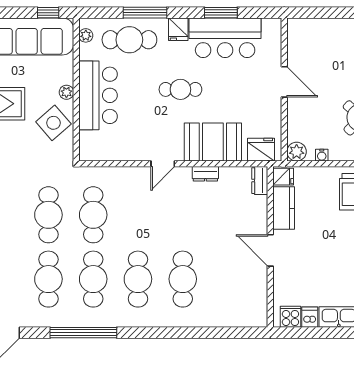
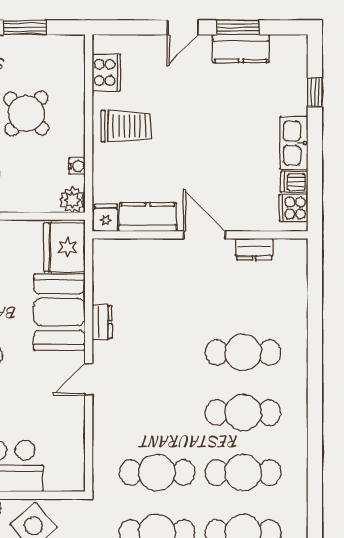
fridge: (261, 150) -> (64, 247), width x1.36, depth x1.34
door: (163, 164) -> (89, 379), swing flipped
dresser: (260, 181) -> (254, 249), moved
door: (270, 250) -> (205, 235), swing flipped
window: (83, 333) -> (315, 486), removed

